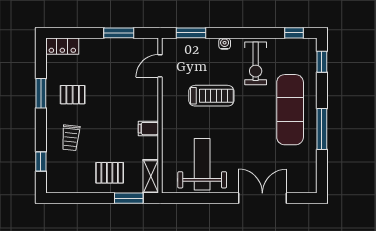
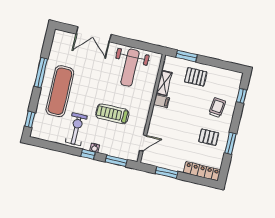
window: (294, 33) -> (88, 154), moved
locker: (62, 46) -> (202, 171), width x1.53
shelving: (151, 176) -> (164, 83), moved

